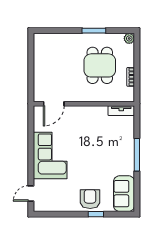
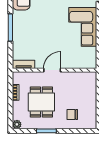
chair: (63, 50) -> (72, 114), added
door: (54, 104) -> (52, 70), moved

